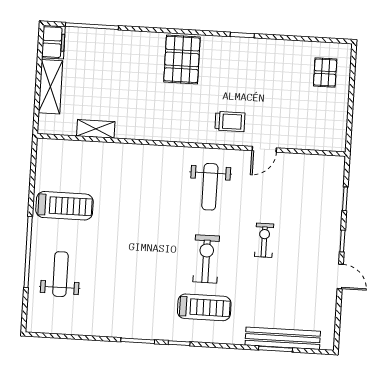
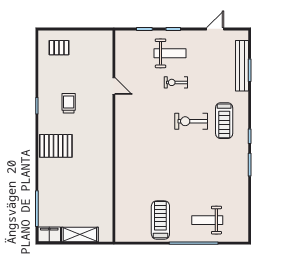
trolley: (230, 121) -> (69, 103), moved
shelving: (96, 129) -> (107, 202), removed
weight bench: (210, 187) -> (170, 53), moved
door: (340, 276) -> (215, 29), moved
treadmill: (204, 307) -> (224, 121), turned 180

